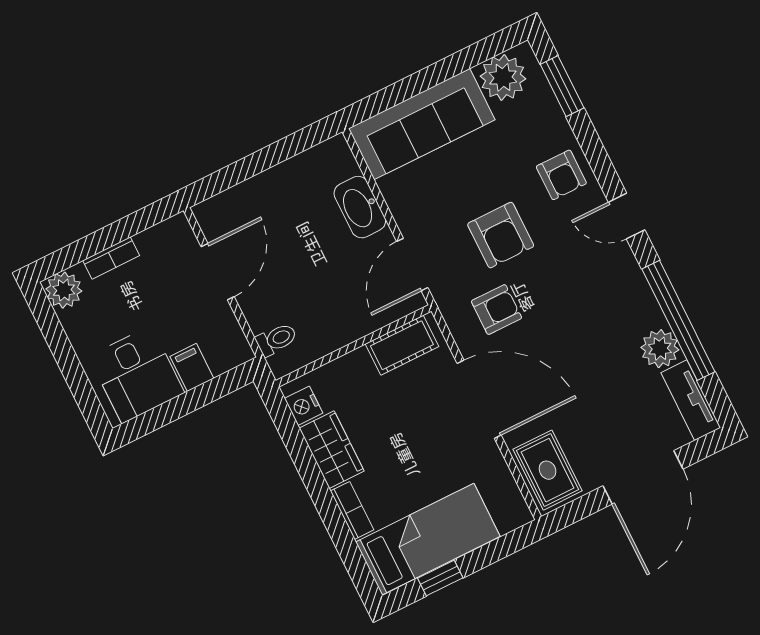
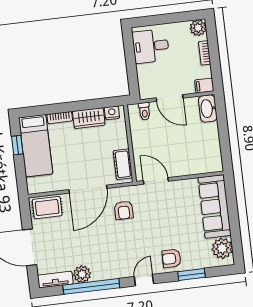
window: (562, 86) -> (192, 274), moved
washbasin: (360, 207) -> (208, 108), moved, turned -90
armchair: (501, 235) -> (155, 223), removed
door: (218, 272) -> (170, 98), moved
filing cabinet: (192, 367) -> (204, 86), moved, turned 180

